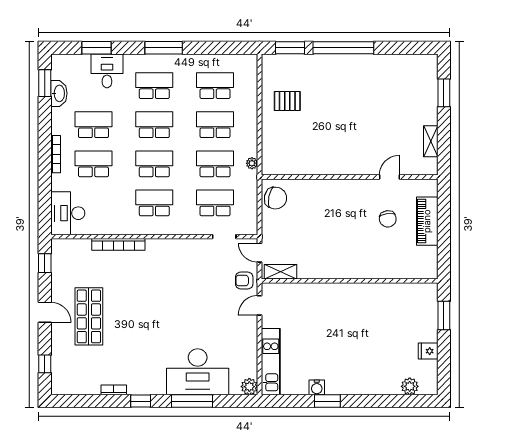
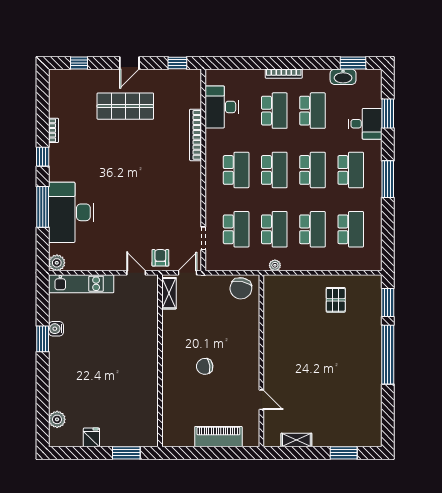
desk: (68, 213) -> (222, 107), moved, turned -90
chair: (388, 219) -> (205, 366), moved

